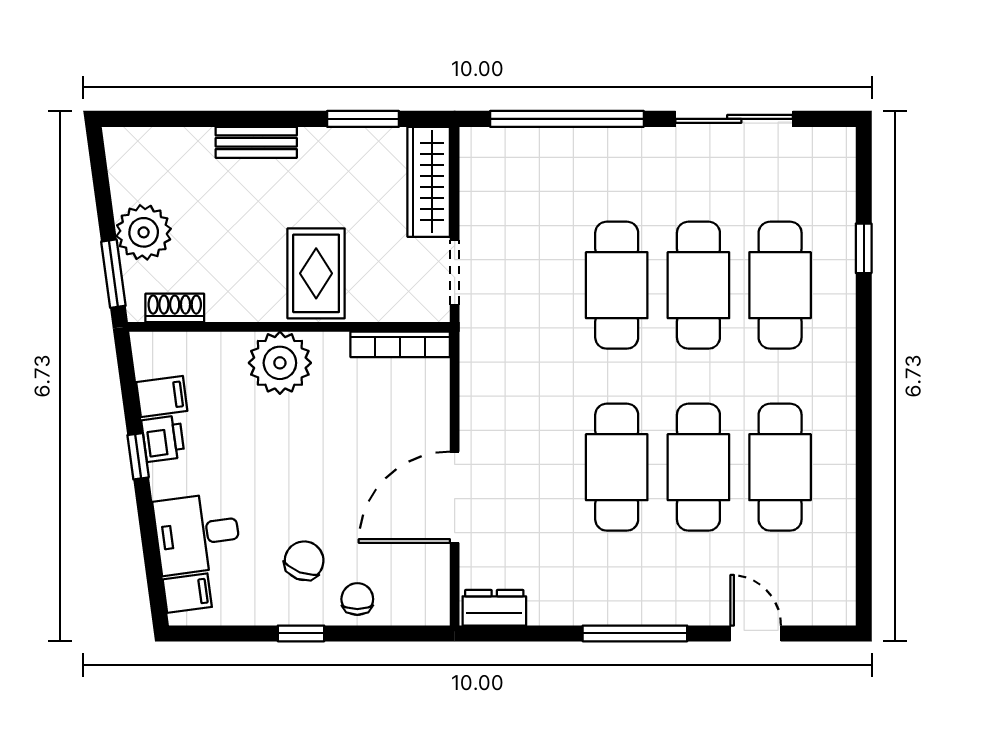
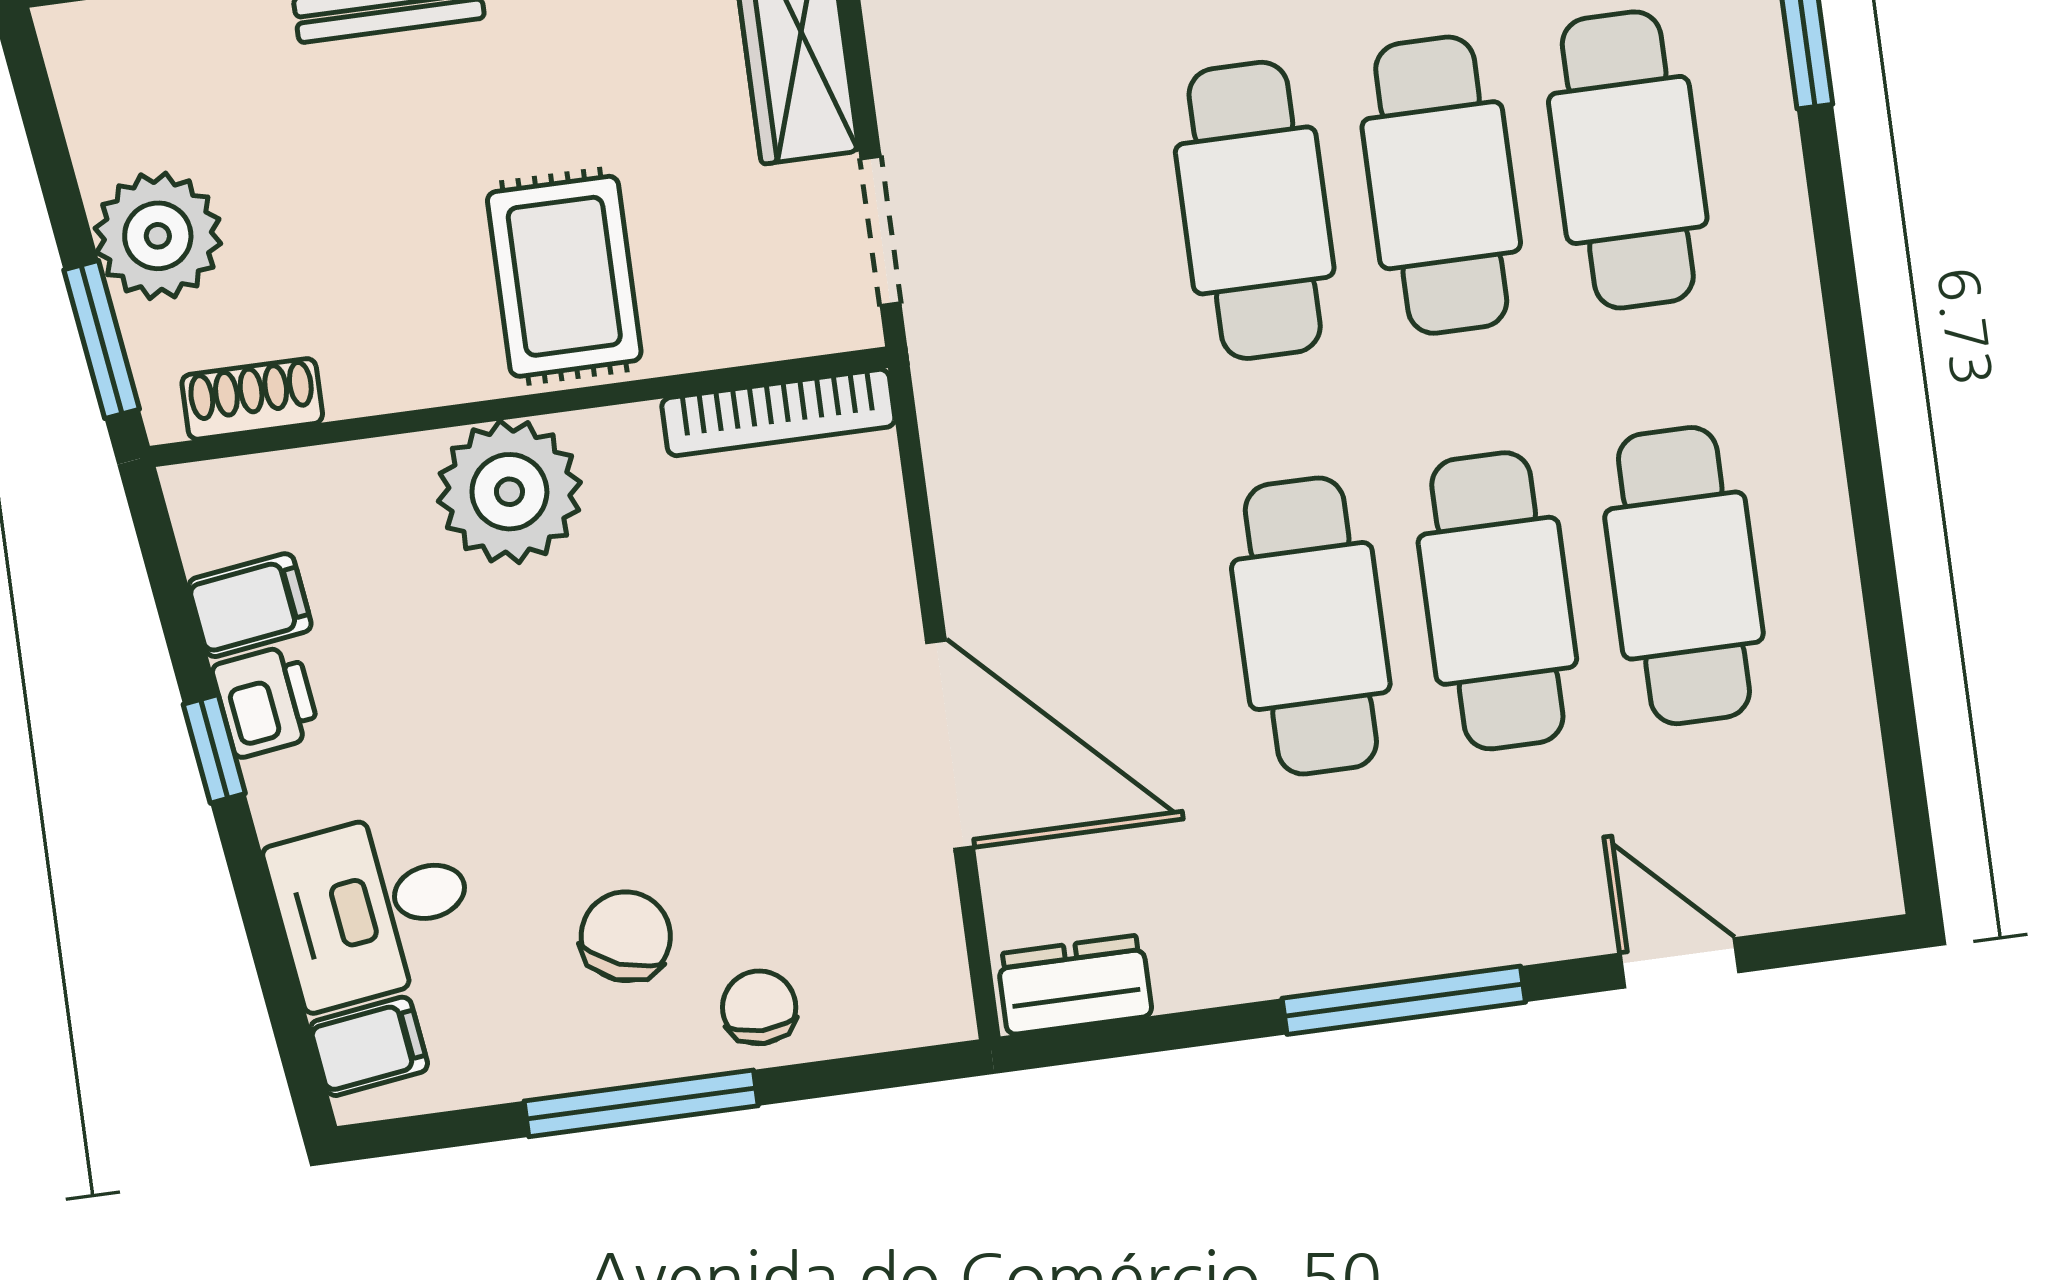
door: (455, 497) -> (950, 745), swing flipped
window: (301, 633) -> (641, 1103), width x2.17

